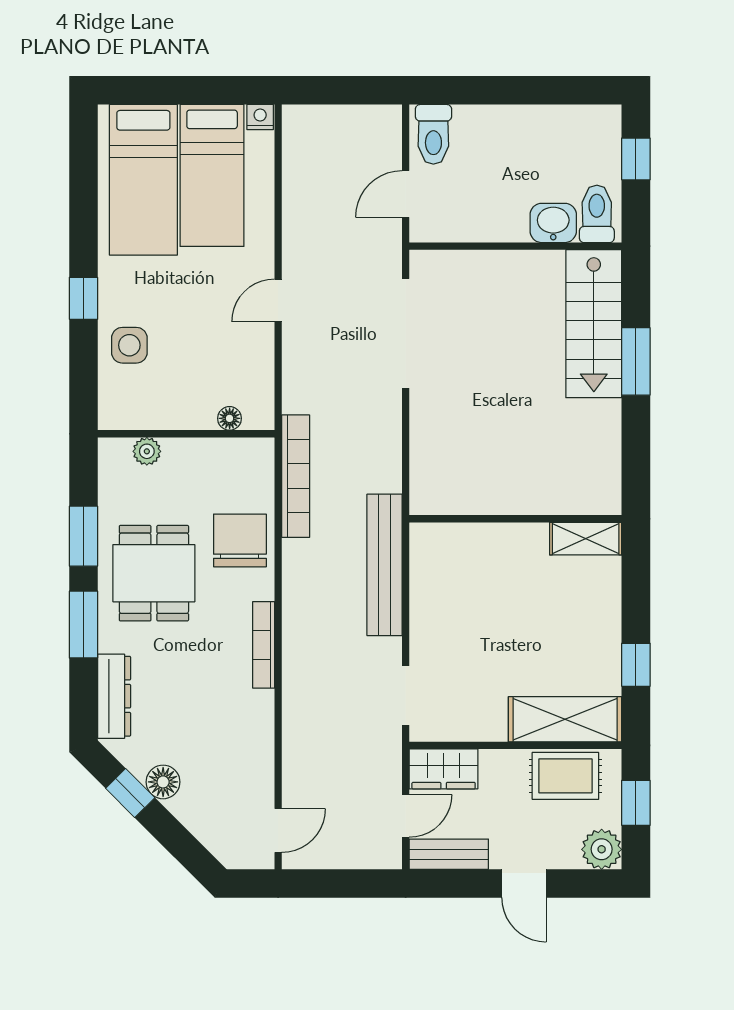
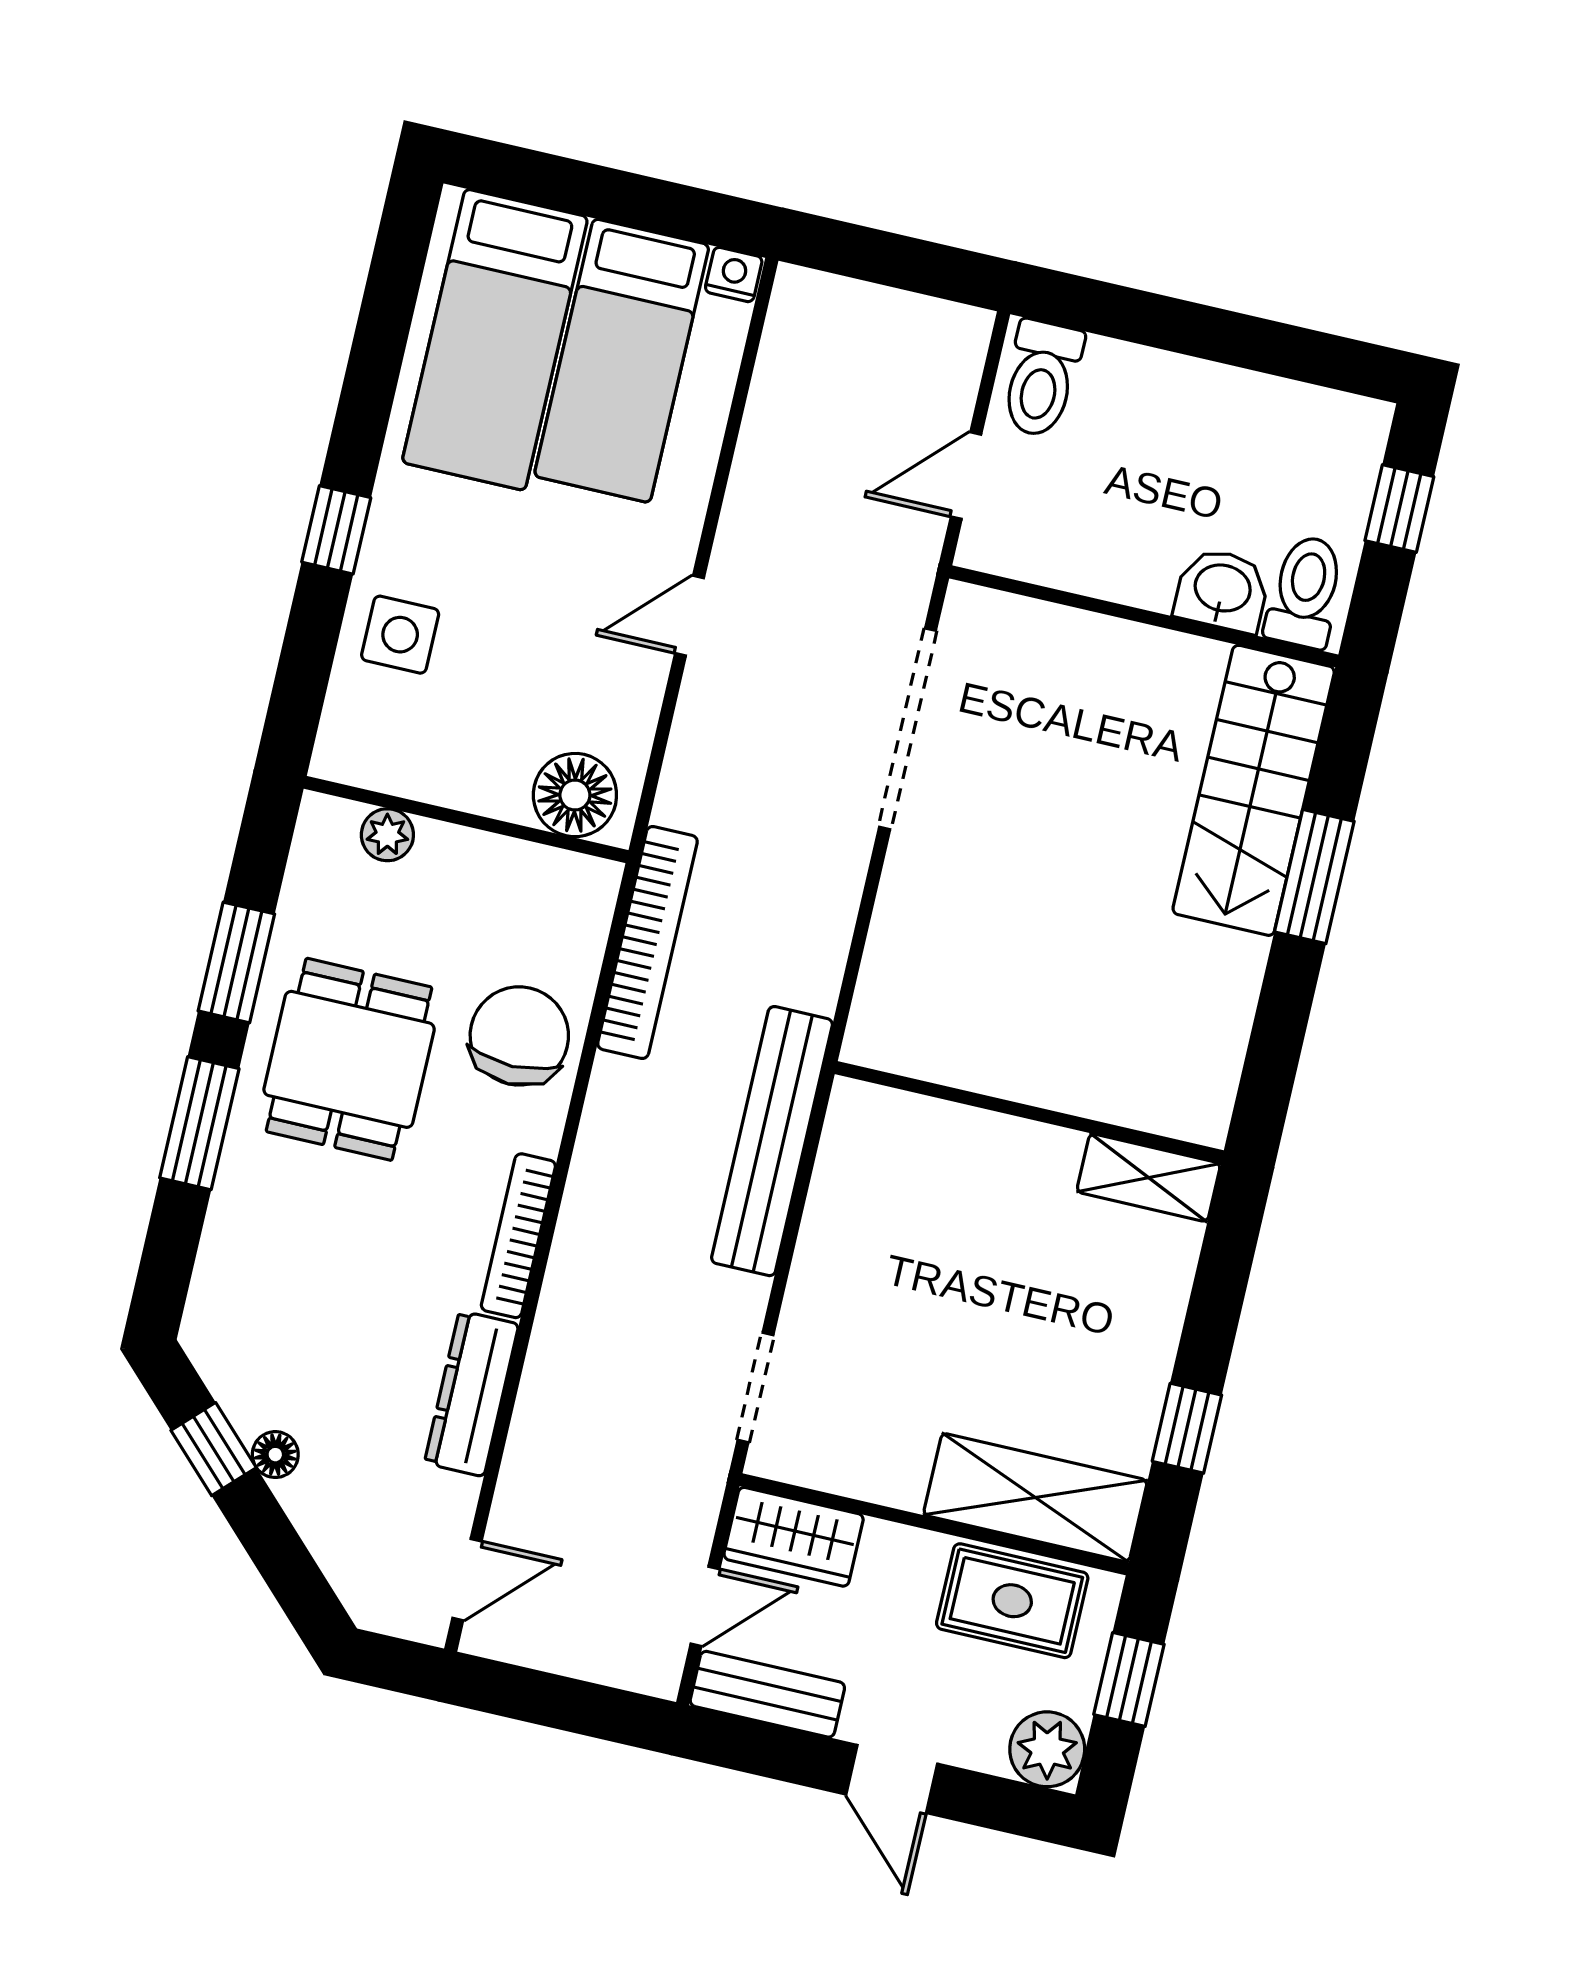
floor lamp: (230, 418) -> (575, 795), width x1.89, depth x1.89
dresser: (114, 696) -> (472, 1394), moved, turned 180
floor lamp: (163, 782) -> (275, 1455), width x0.73, depth x0.73

